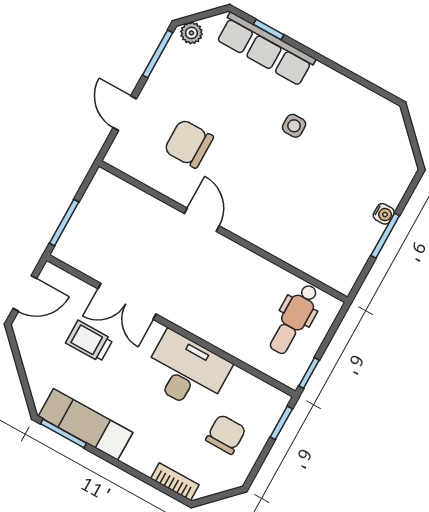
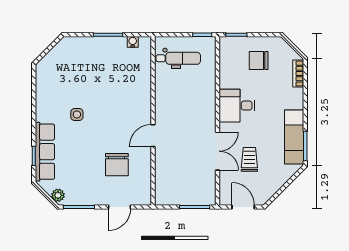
water cooler: (384, 214) -> (133, 42), moved
trolley: (89, 341) -> (249, 159), turned 180
desk: (187, 371) -> (237, 106), width x0.73

